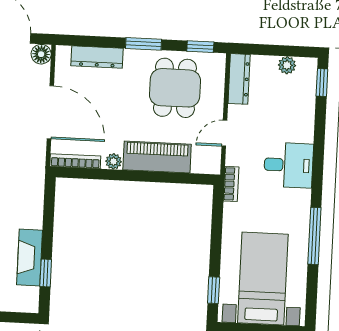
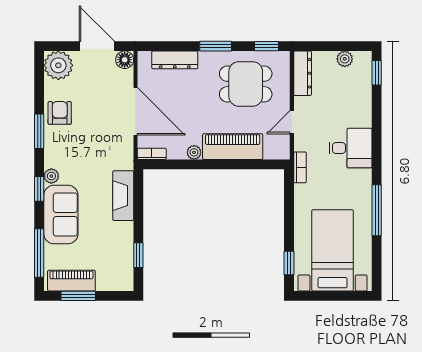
dining table: (175, 88) -> (246, 84), turned 90
bookcase: (75, 161) -> (152, 154), width x0.64
fireplace: (30, 258) -> (123, 196), moved

